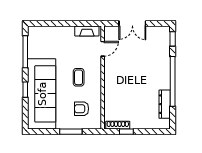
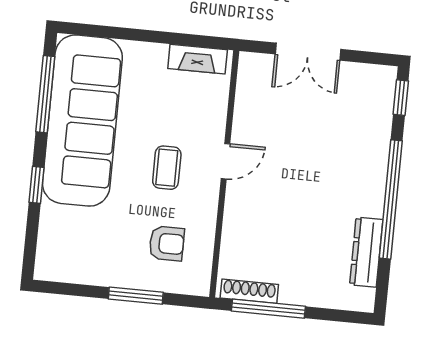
door: (103, 49) -> (225, 161), moved
sofa: (42, 94) -> (82, 121), moved
armchair: (82, 109) -> (167, 243), turned 180
window: (126, 132) -> (268, 309), width x2.17

